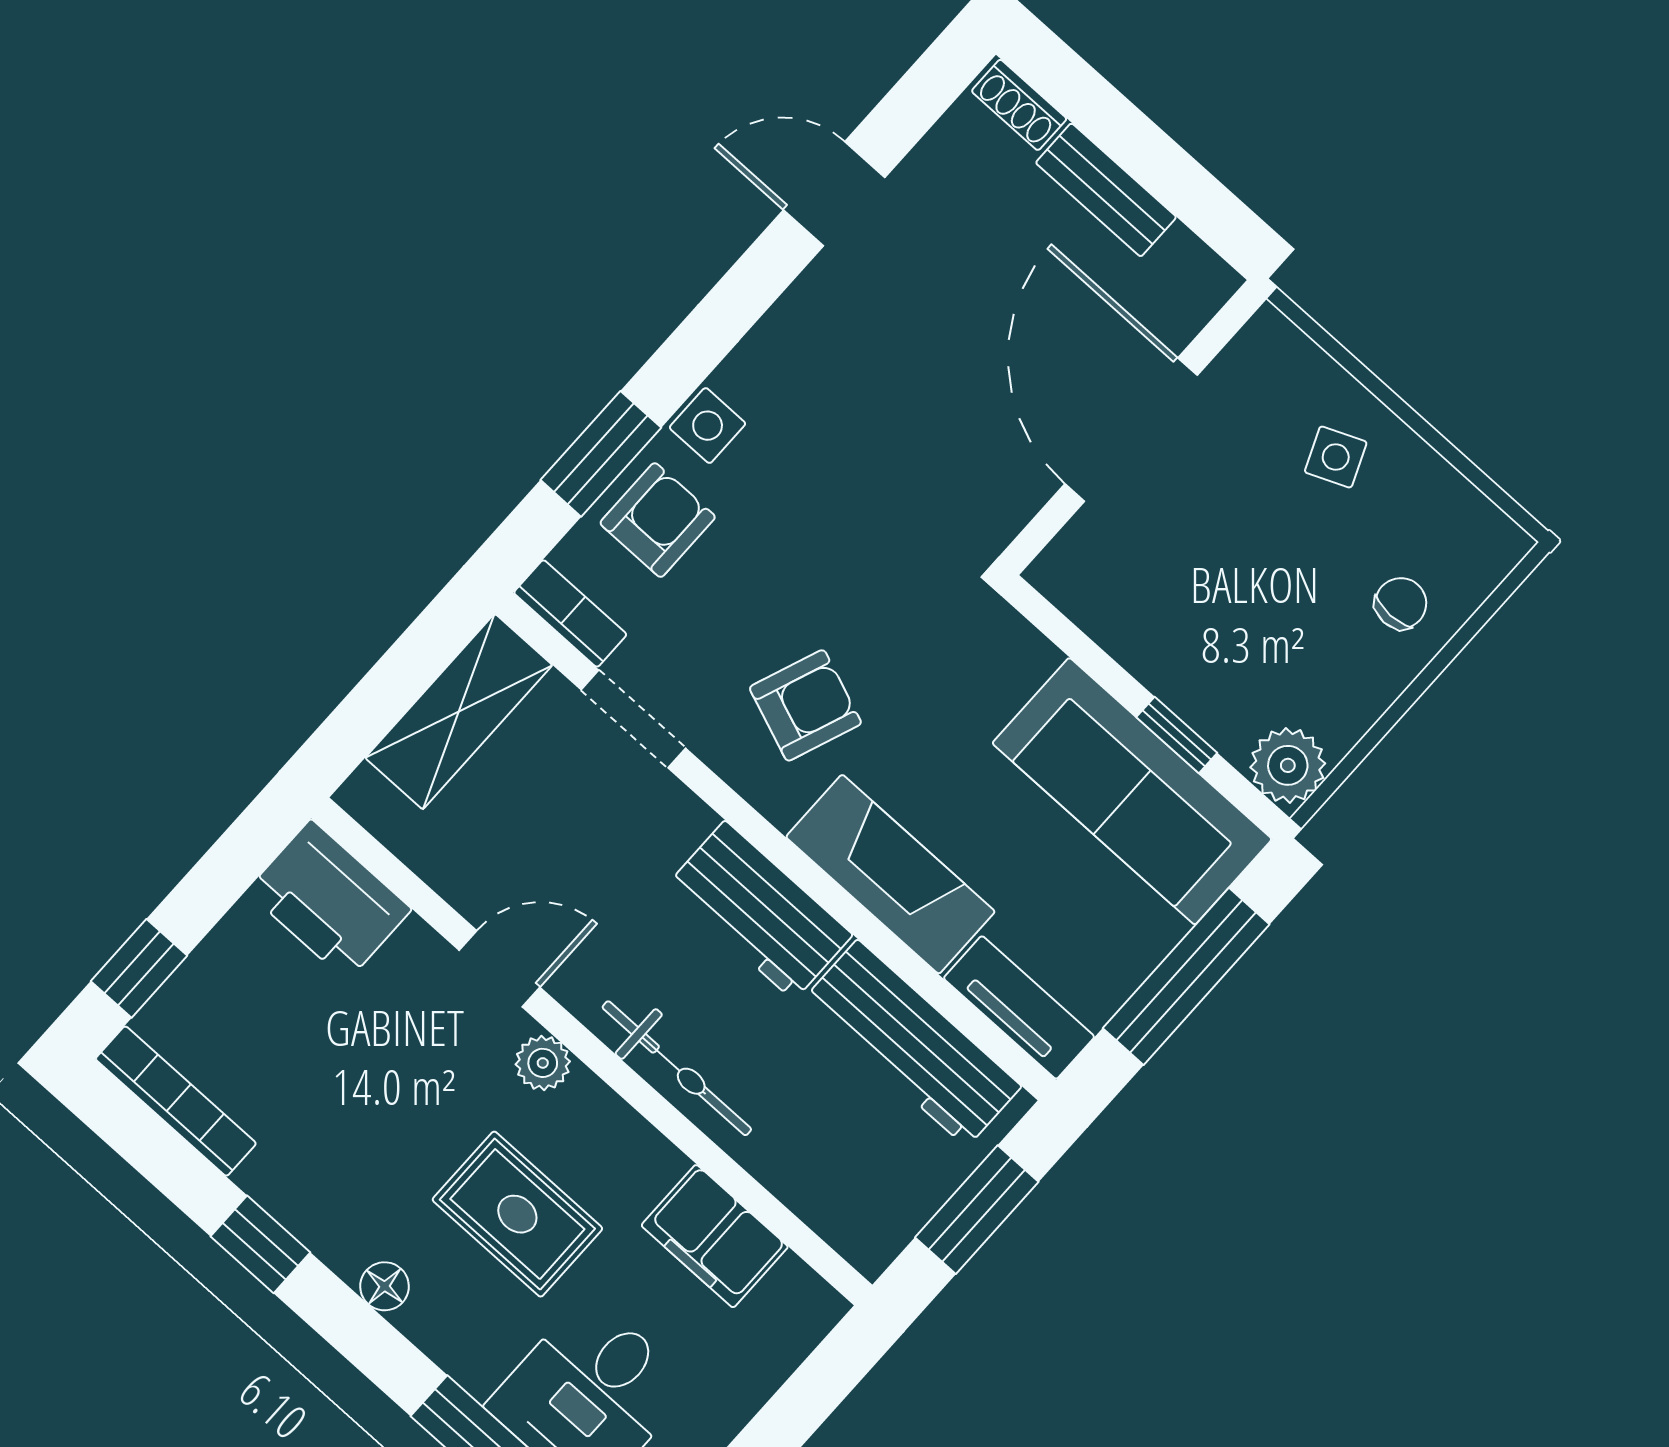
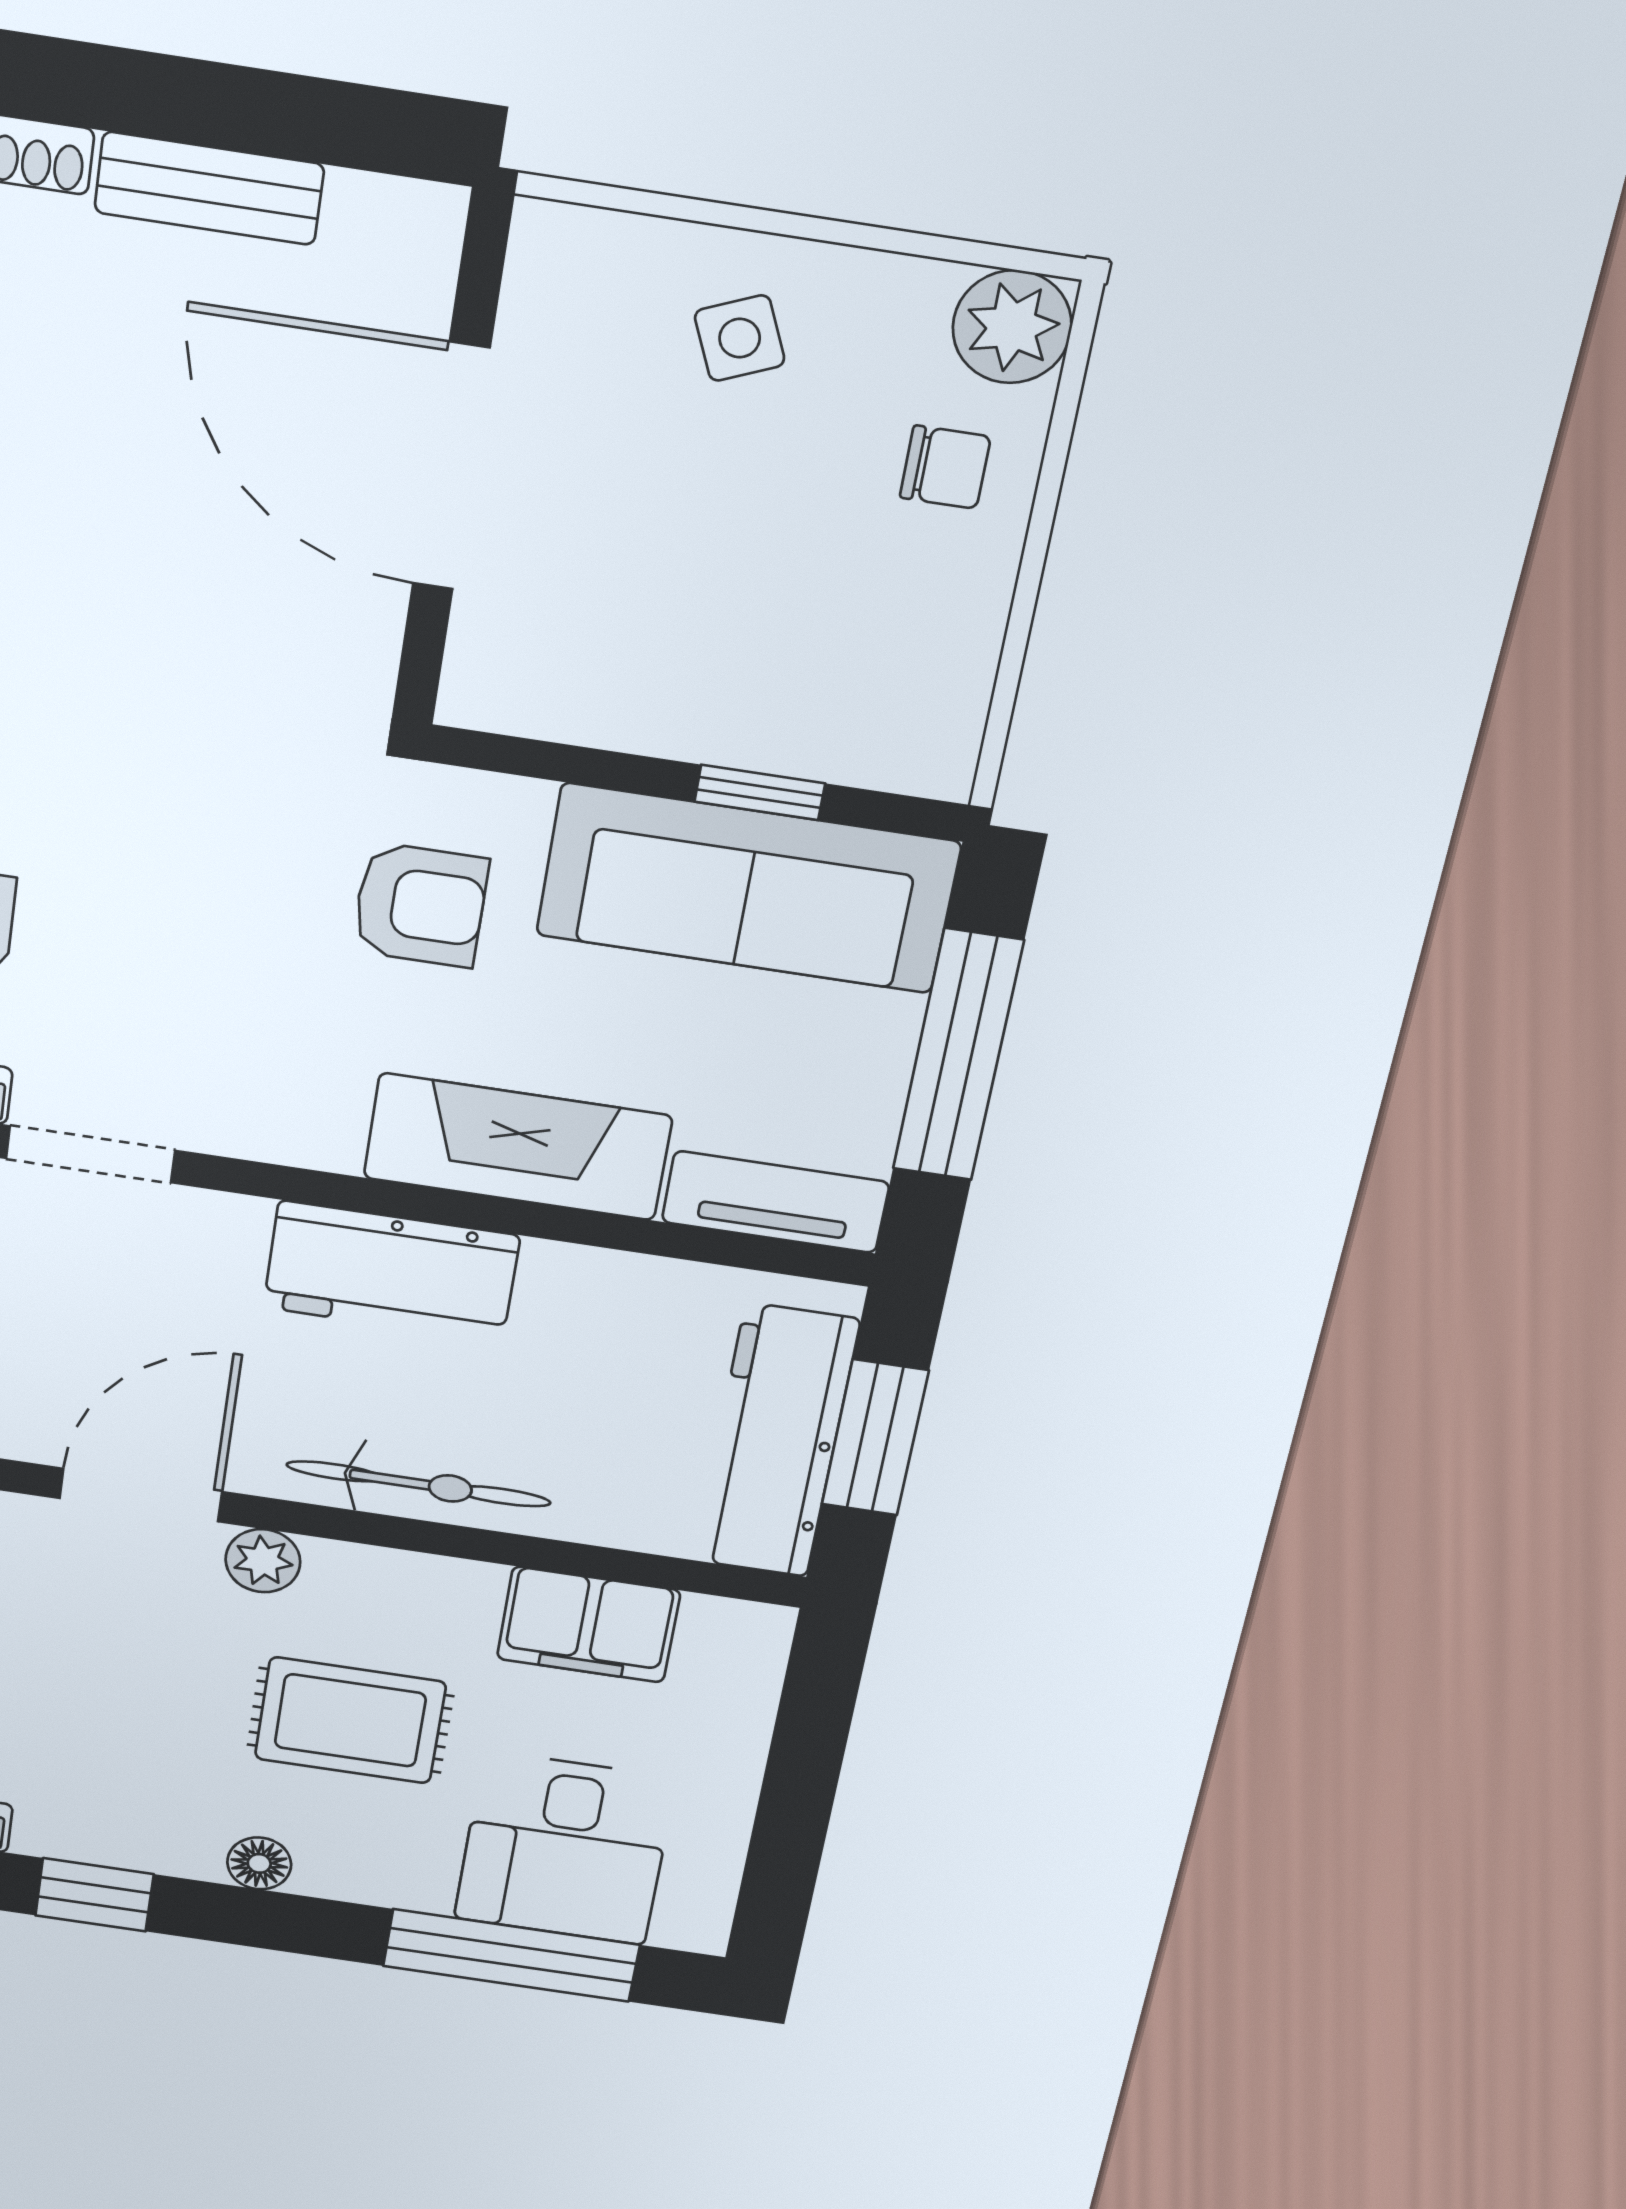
chair: (1401, 603) -> (945, 467), turned 90
armchair: (805, 705) -> (420, 905), moved, turned 69
plant: (1288, 765) -> (1012, 327), moved
door: (499, 969) -> (141, 1495), width x1.38
workbench: (912, 1043) -> (776, 1441), moved, turned 90

